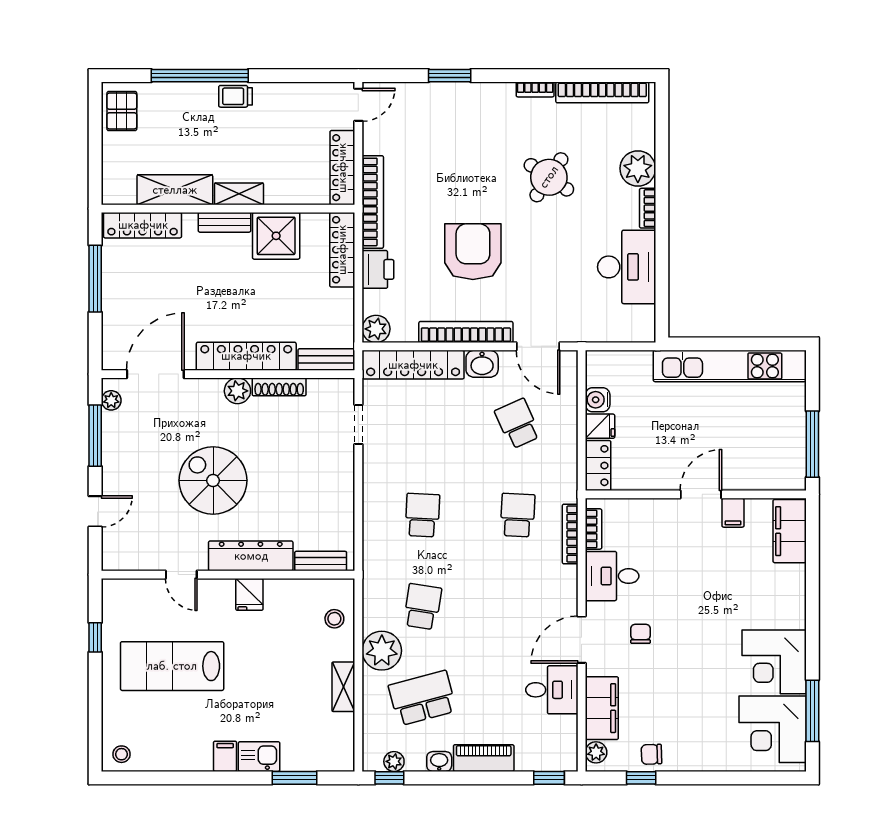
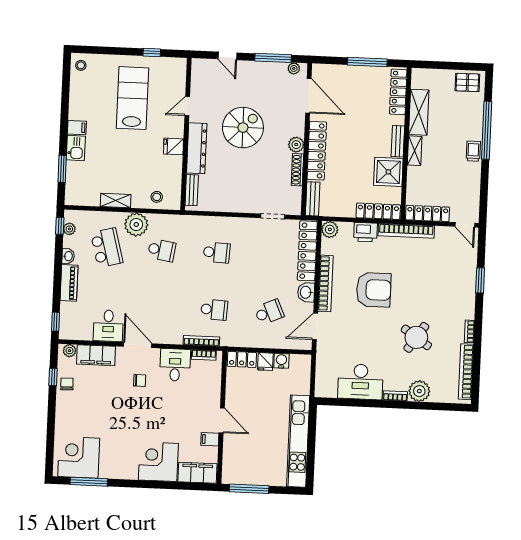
corner desk: (774, 662) -> (158, 462), moved

